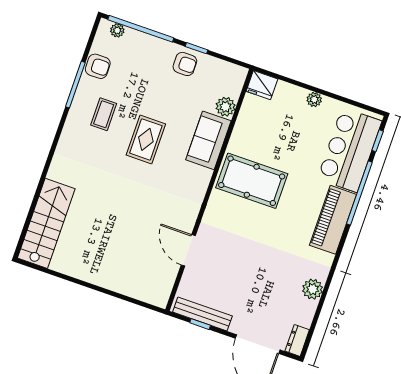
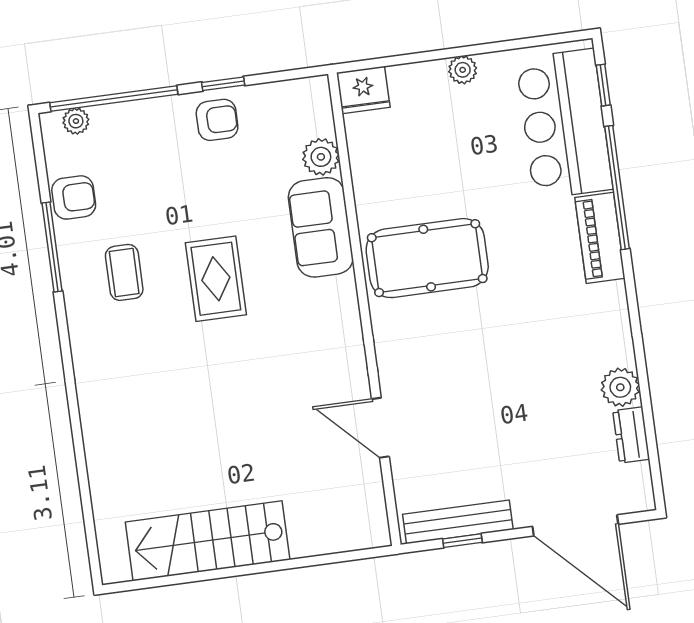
piano: (333, 220) -> (600, 238), width x0.73, depth x0.75
stairs: (46, 223) -> (208, 541), moved, turned -90
dresser: (297, 340) -> (631, 435), moved

